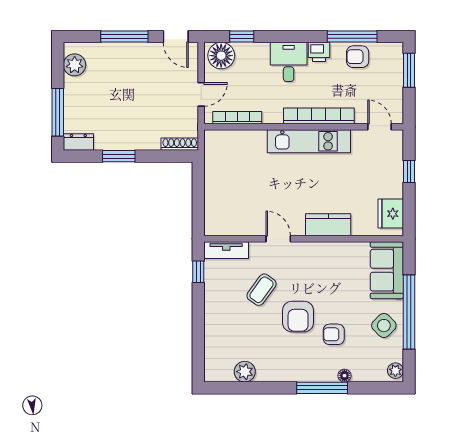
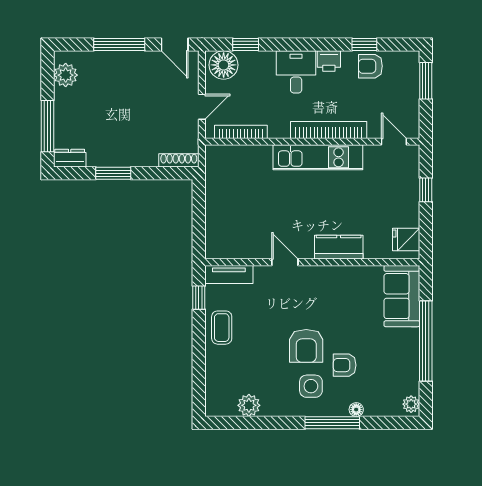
window: (352, 37) -> (364, 44), width x0.46
fridge: (391, 214) -> (406, 240), width x0.72
coffee table: (262, 290) -> (222, 328), moved, turned -36
side table: (384, 326) -> (311, 386), moved, turned 45

